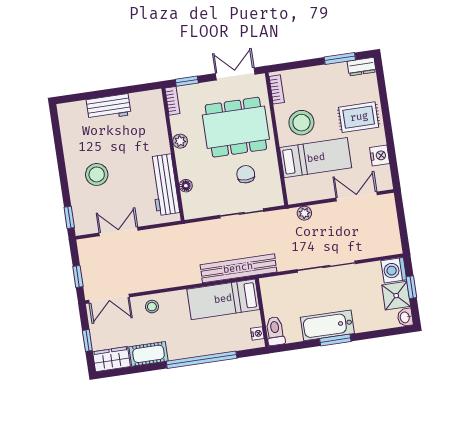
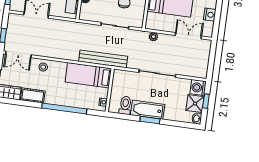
toilet: (275, 331) -> (125, 105), moved

